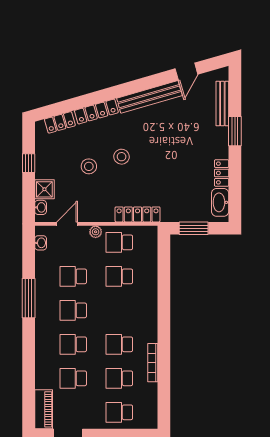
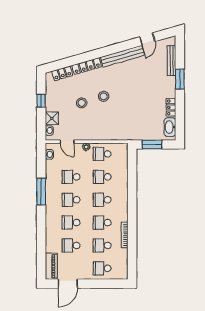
locker: (138, 214) -> (114, 135), removed
door: (67, 224) -> (67, 142), swing flipped
school desk: (119, 310) -> (102, 200), added

